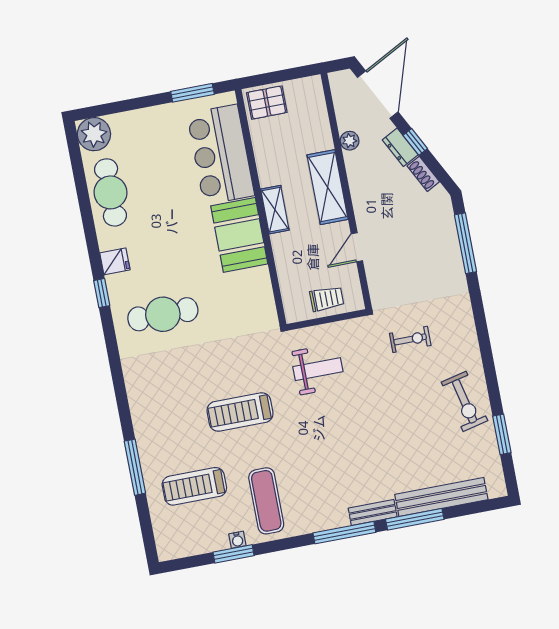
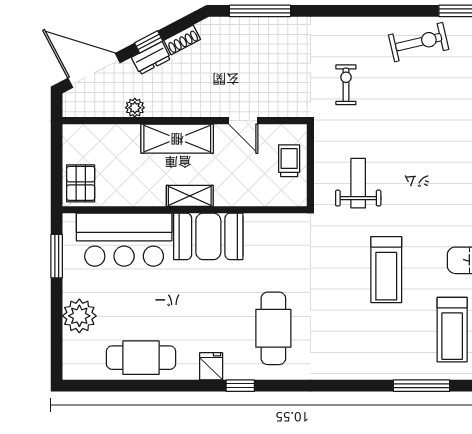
plant: (94, 134) -> (79, 316), moved

